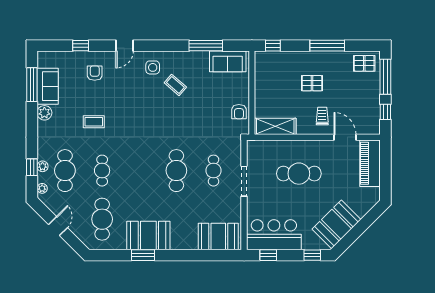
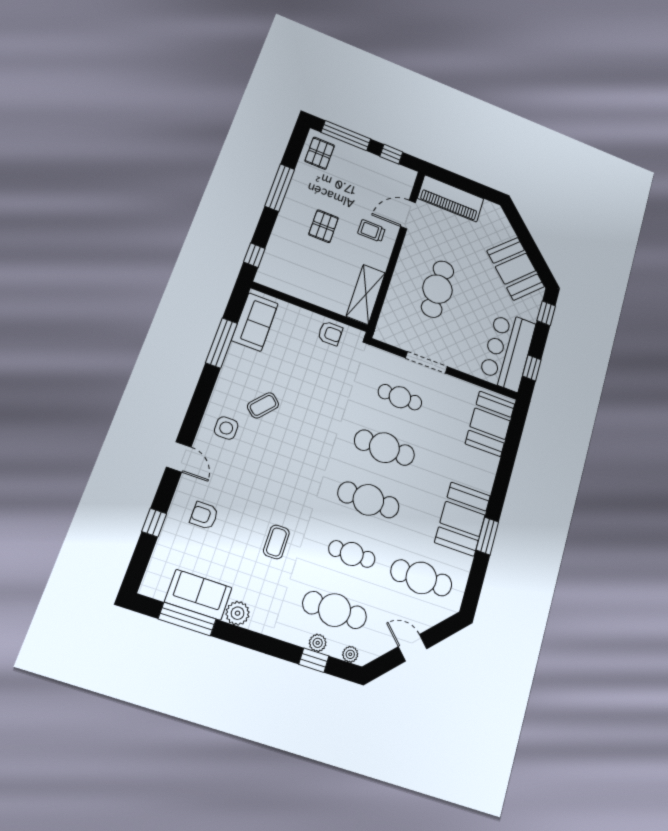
cafe table: (139, 171) -> (368, 500), added

